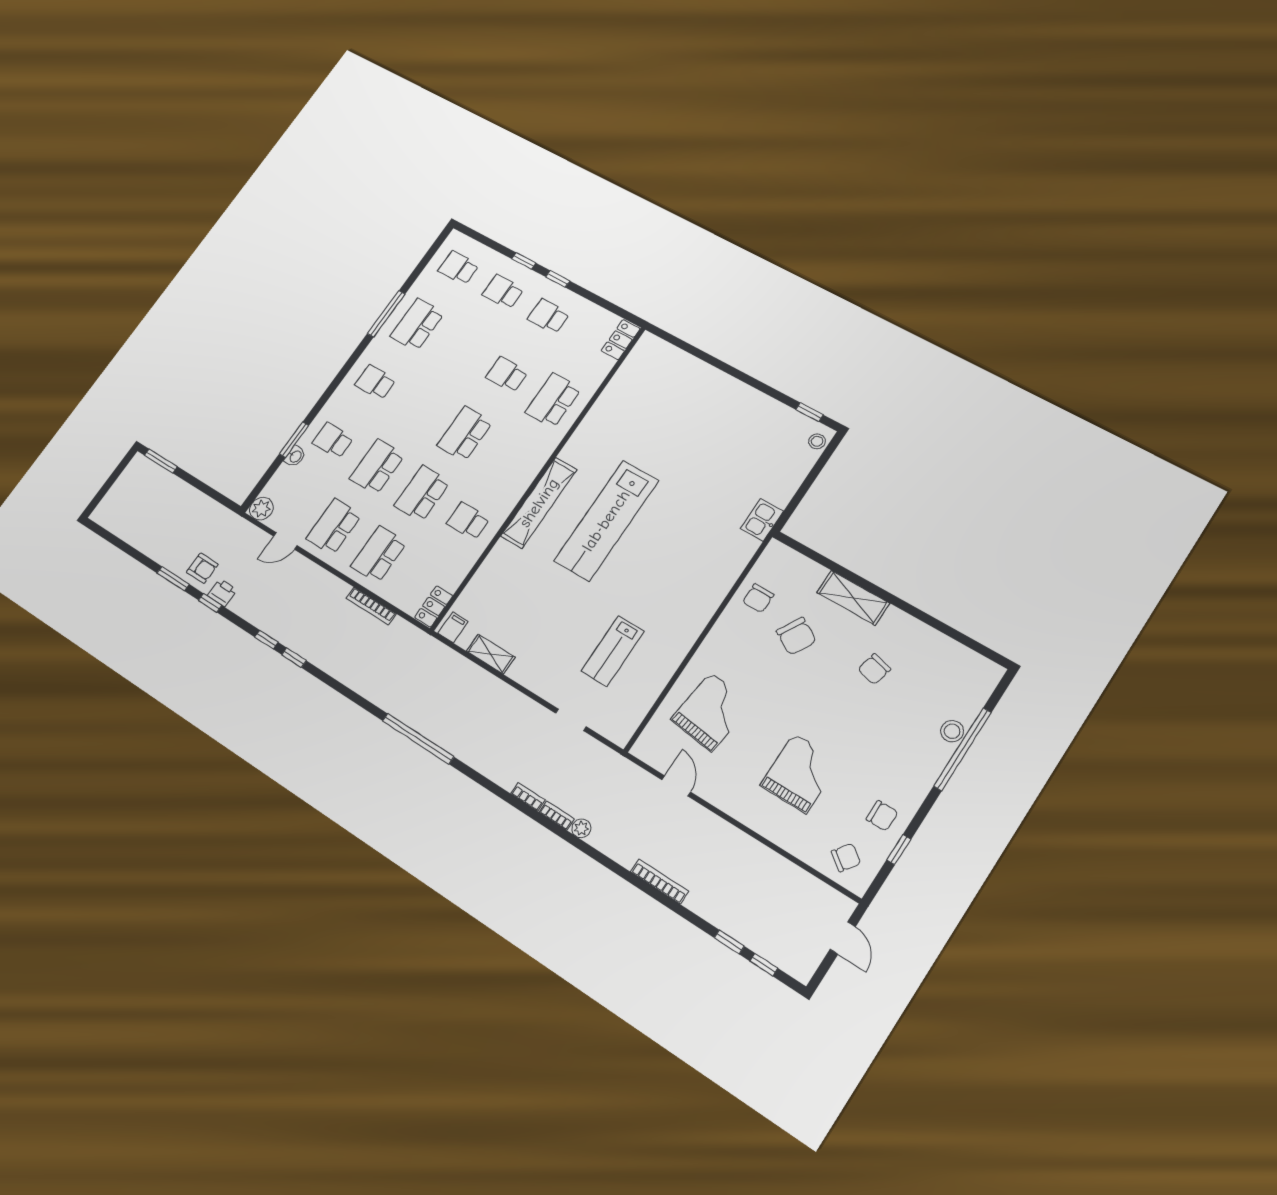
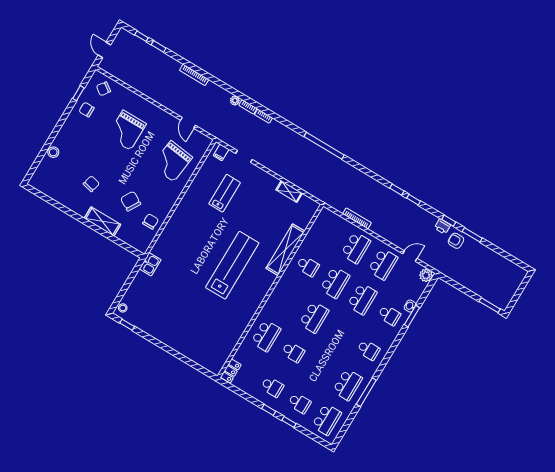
school desk: (459, 268) -> (327, 419), width x1.85
shelving: (539, 503) -> (285, 250), moved
locker: (434, 606) -> (322, 218), removed
filing cabinet: (453, 627) -> (221, 152), moved
window: (962, 749) -> (48, 143), removed

